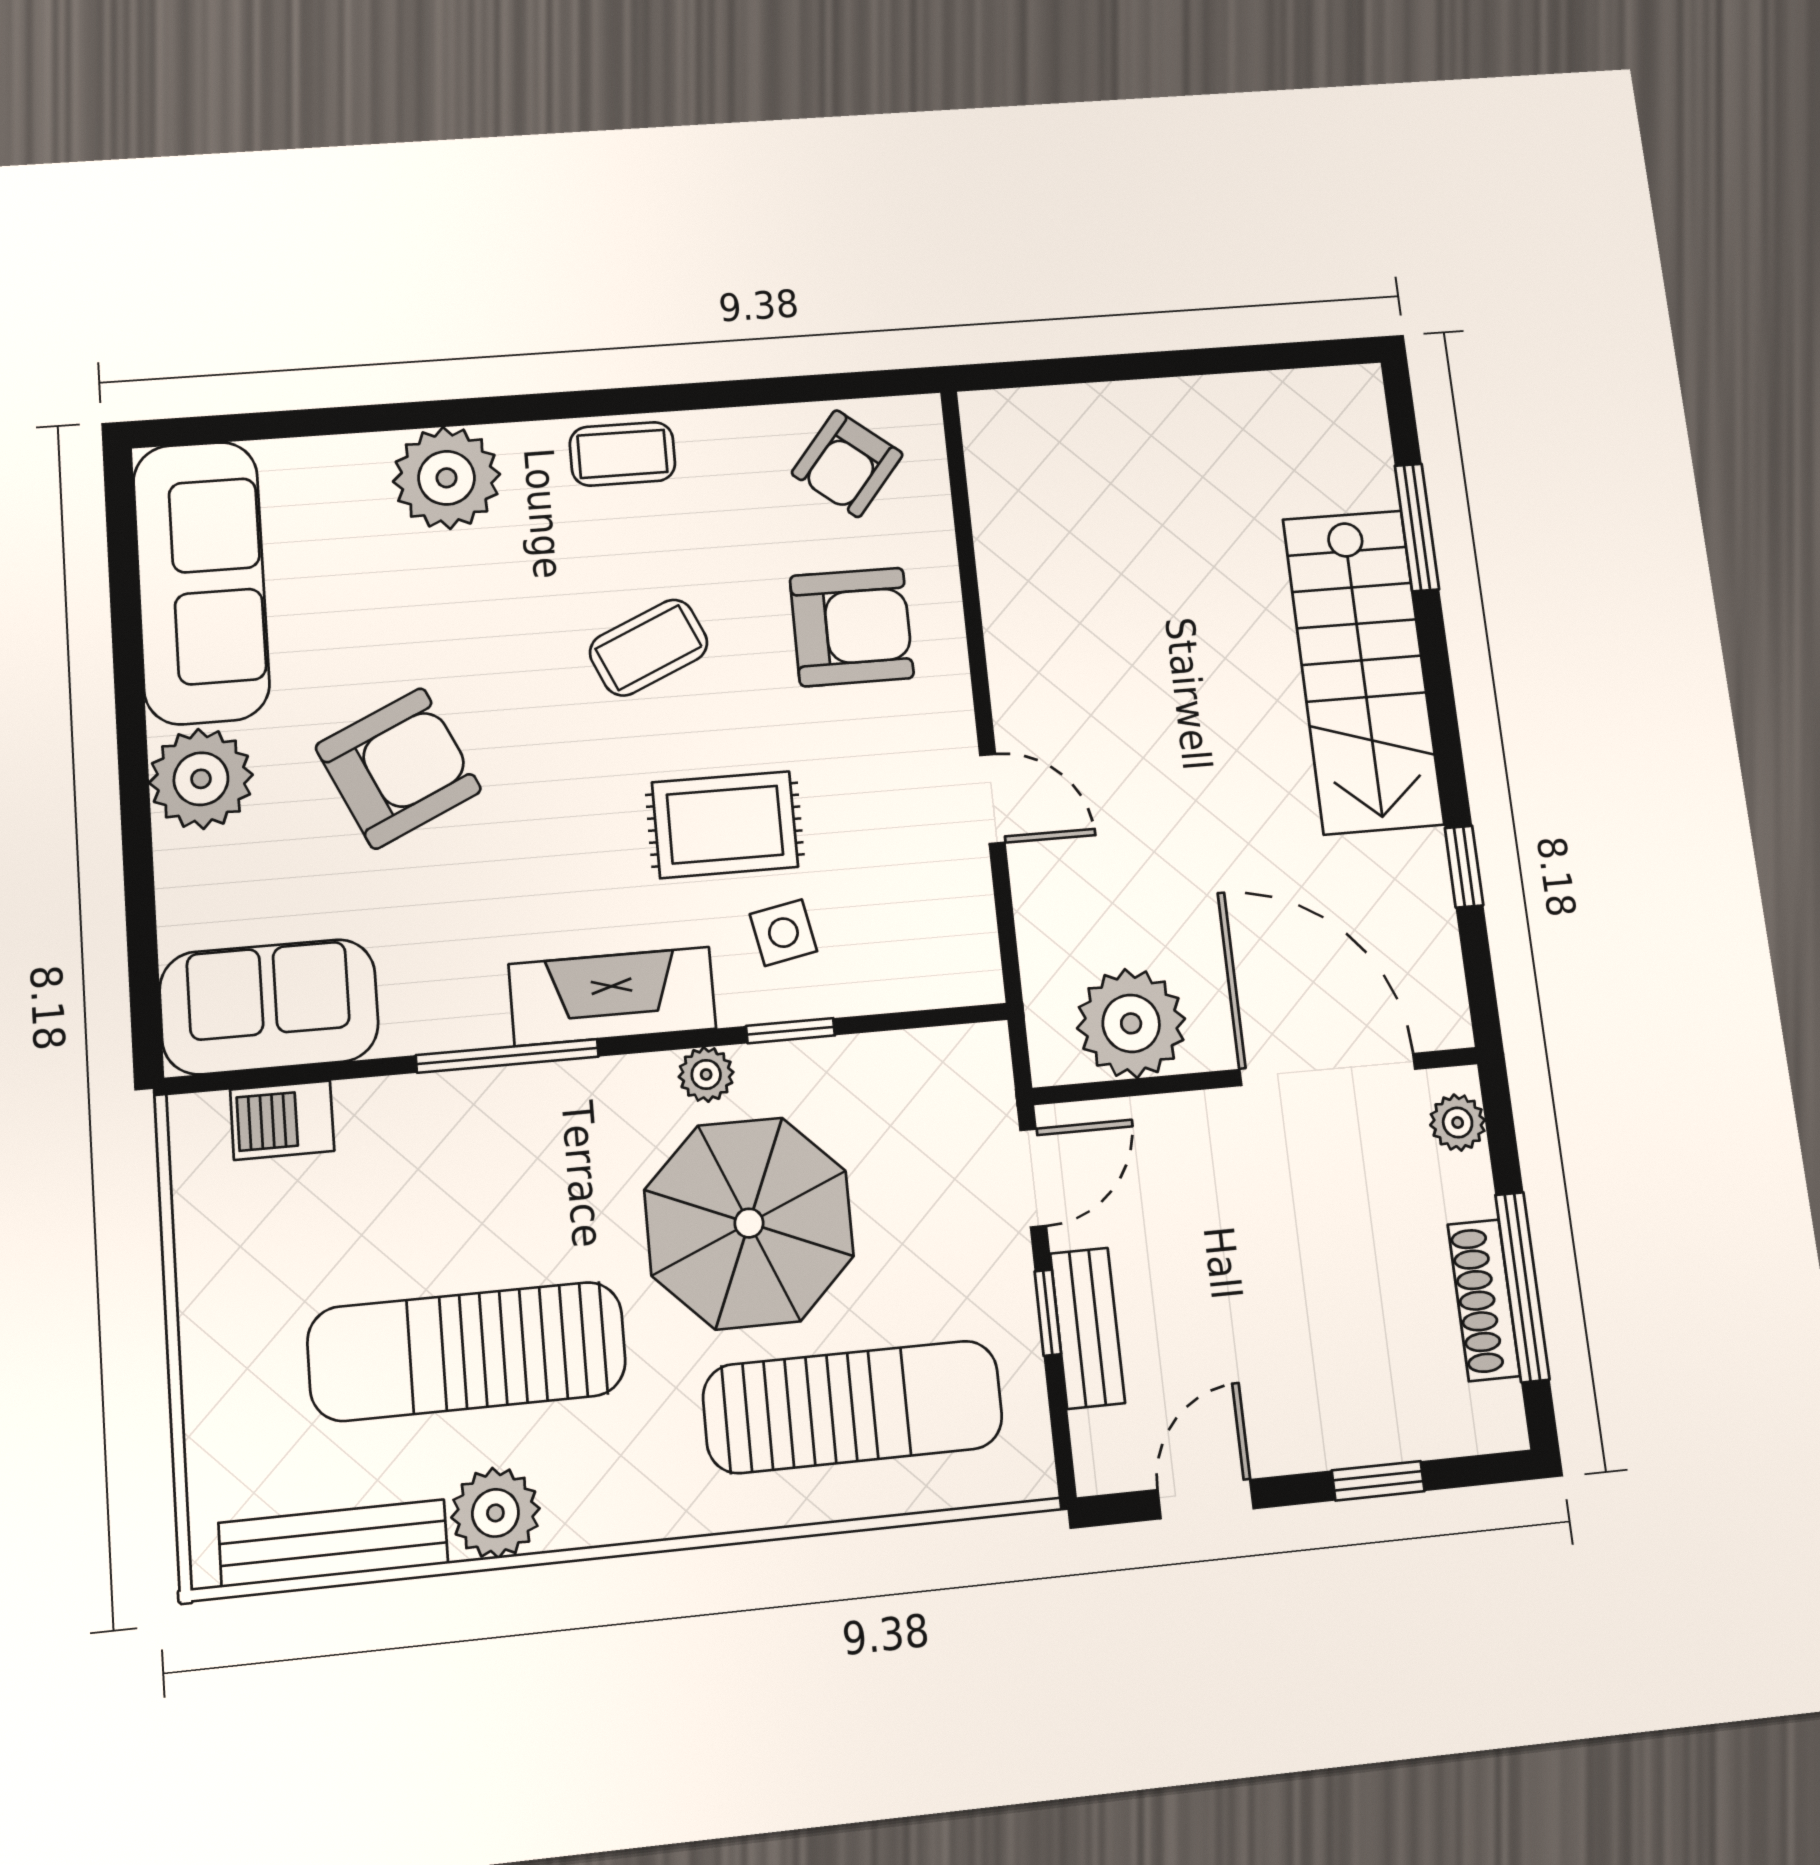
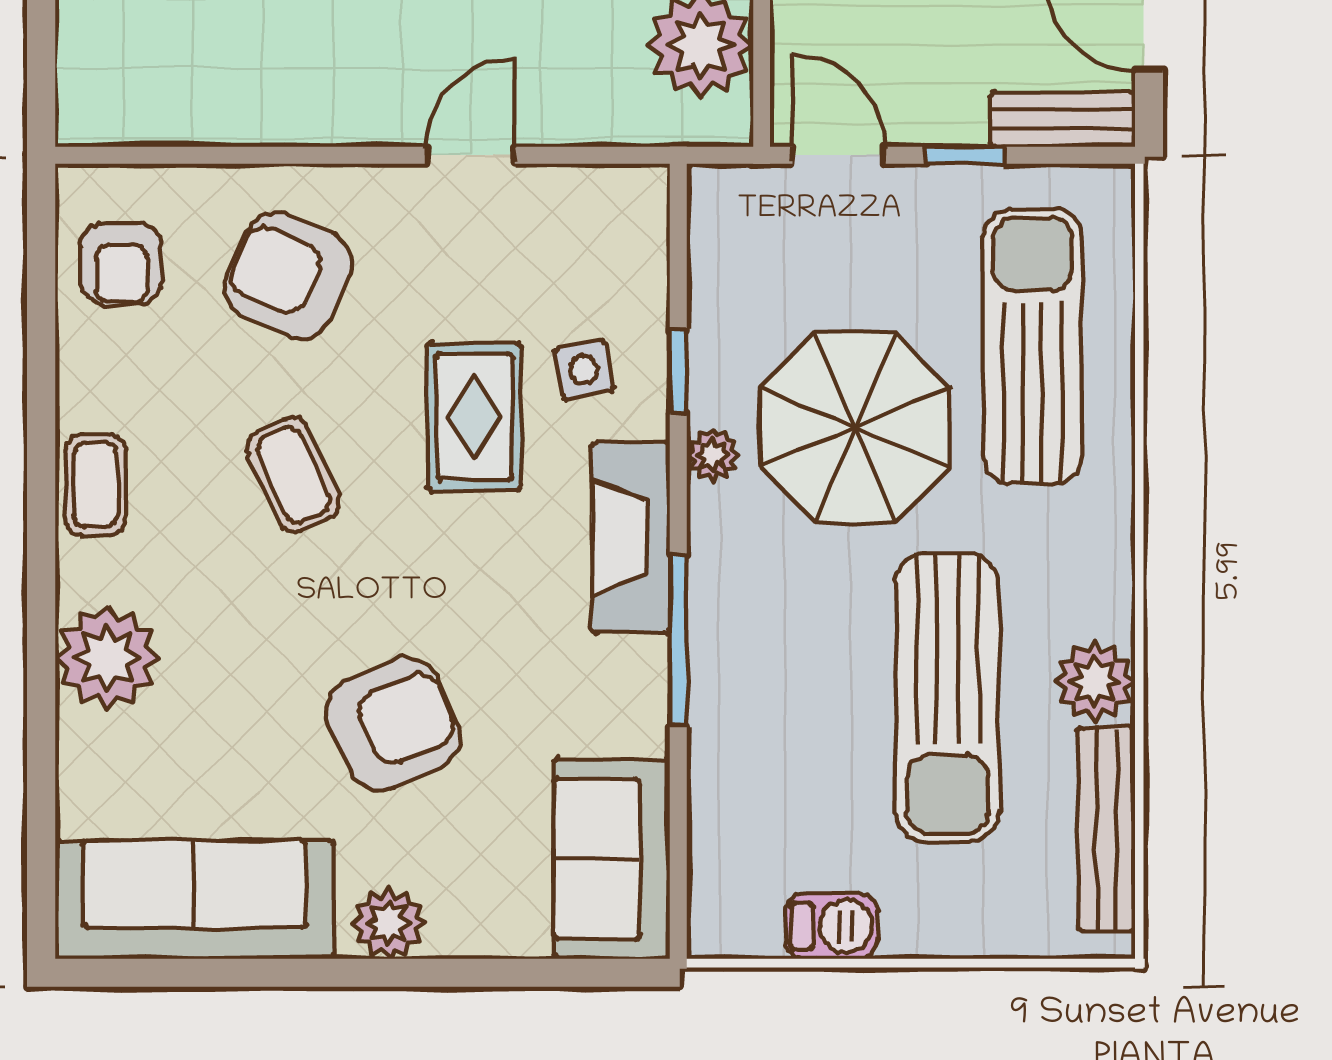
armchair: (847, 464) -> (122, 264), turned 51
armchair: (852, 627) -> (288, 275), turned -66
armchair: (398, 768) -> (393, 724), turned 92
plant: (201, 779) -> (388, 923), width x0.73, depth x0.73
barbecue: (282, 1120) -> (831, 926), moved, turned -90
bench: (1087, 1328) -> (1063, 119), moved

